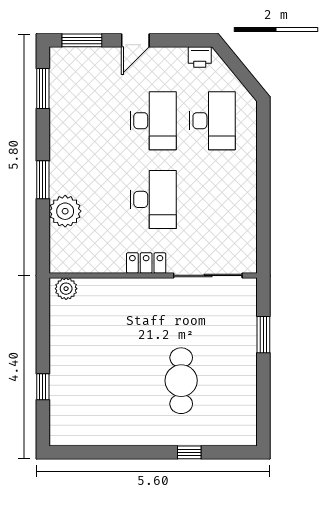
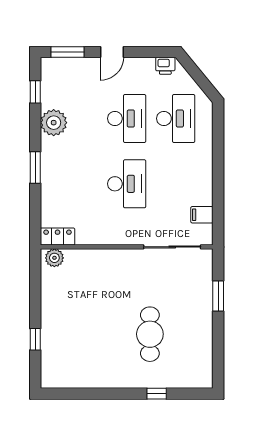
window: (43, 89) -> (35, 92), width x0.67
plant: (65, 211) -> (54, 123), moved
filing cabinet: (244, 237) -> (202, 215), added
locker: (146, 263) -> (58, 237), moved

